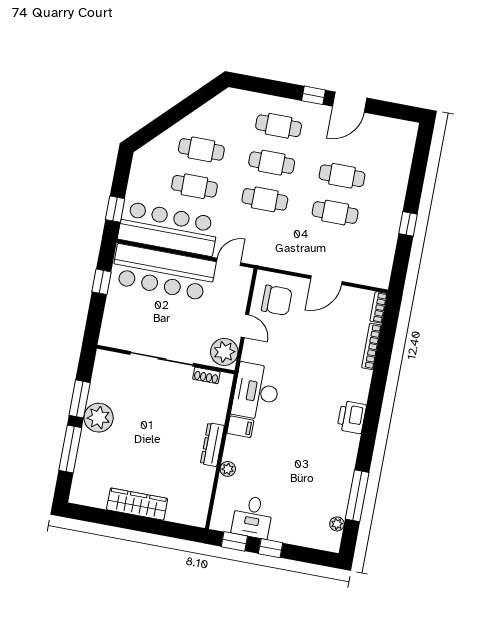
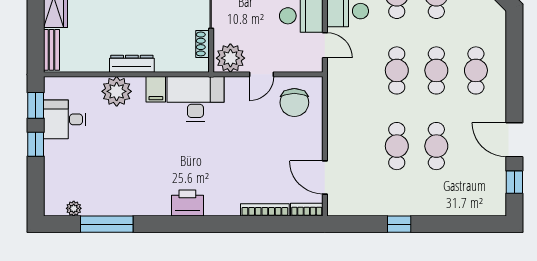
window: (313, 95) -> (514, 182), moved
door: (326, 280) -> (325, 177), moved
plant: (228, 469) -> (117, 91), width x1.87, depth x1.87
bench: (186, 517) -> (51, 50), added

